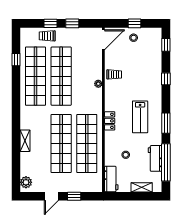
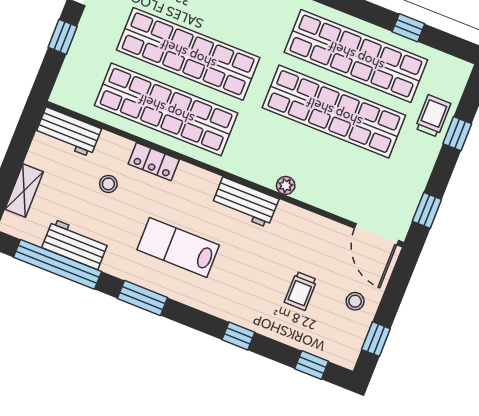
window: (72, 23) -> (427, 210), moved
window: (134, 23) -> (376, 339), moved
trolley: (114, 74) -> (301, 291), moved
workbench: (111, 97) -> (245, 202), added
locker: (110, 121) -> (154, 162), moved

